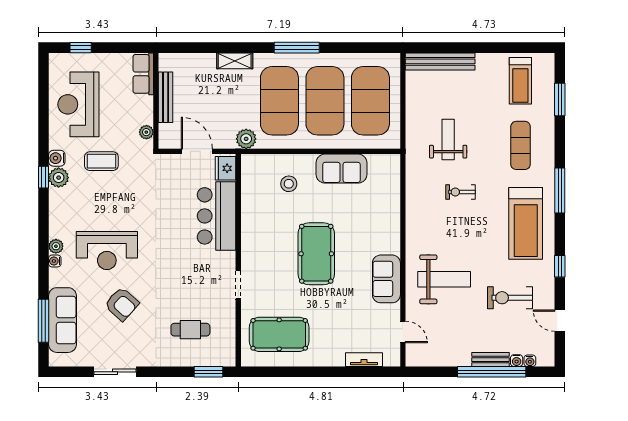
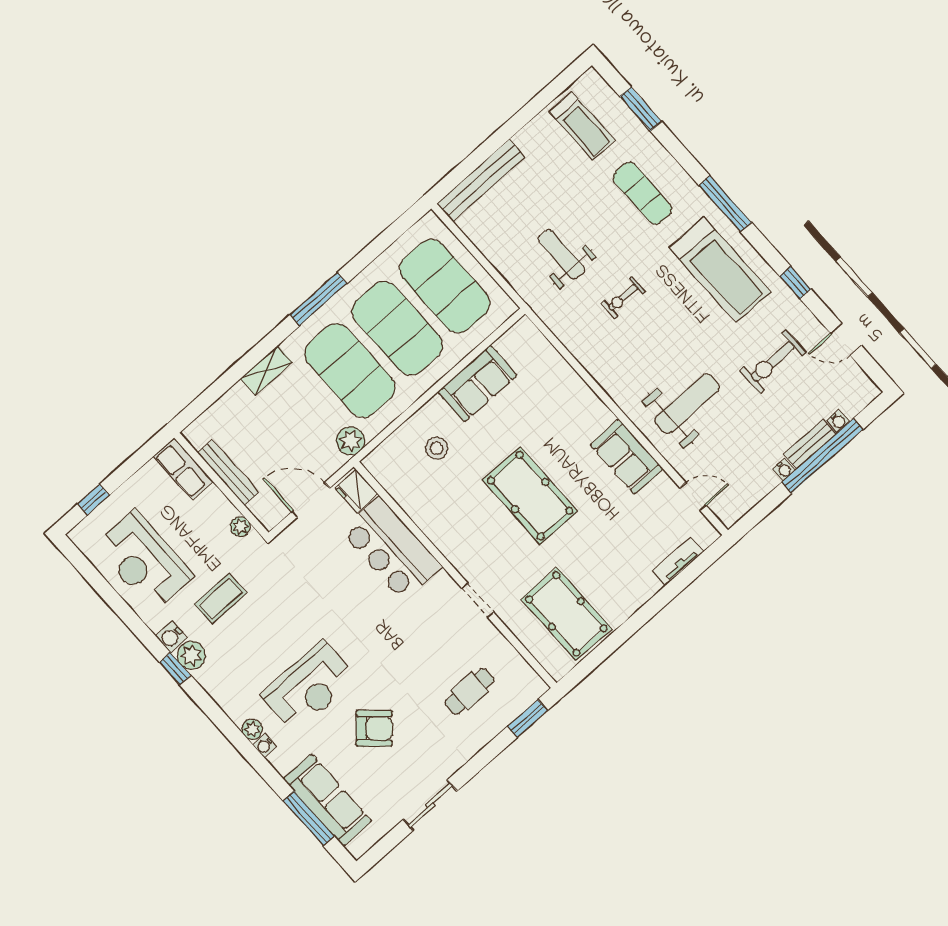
pool table: (279, 334) -> (566, 614), turned 90
water cooler: (530, 361) -> (784, 469), moved

